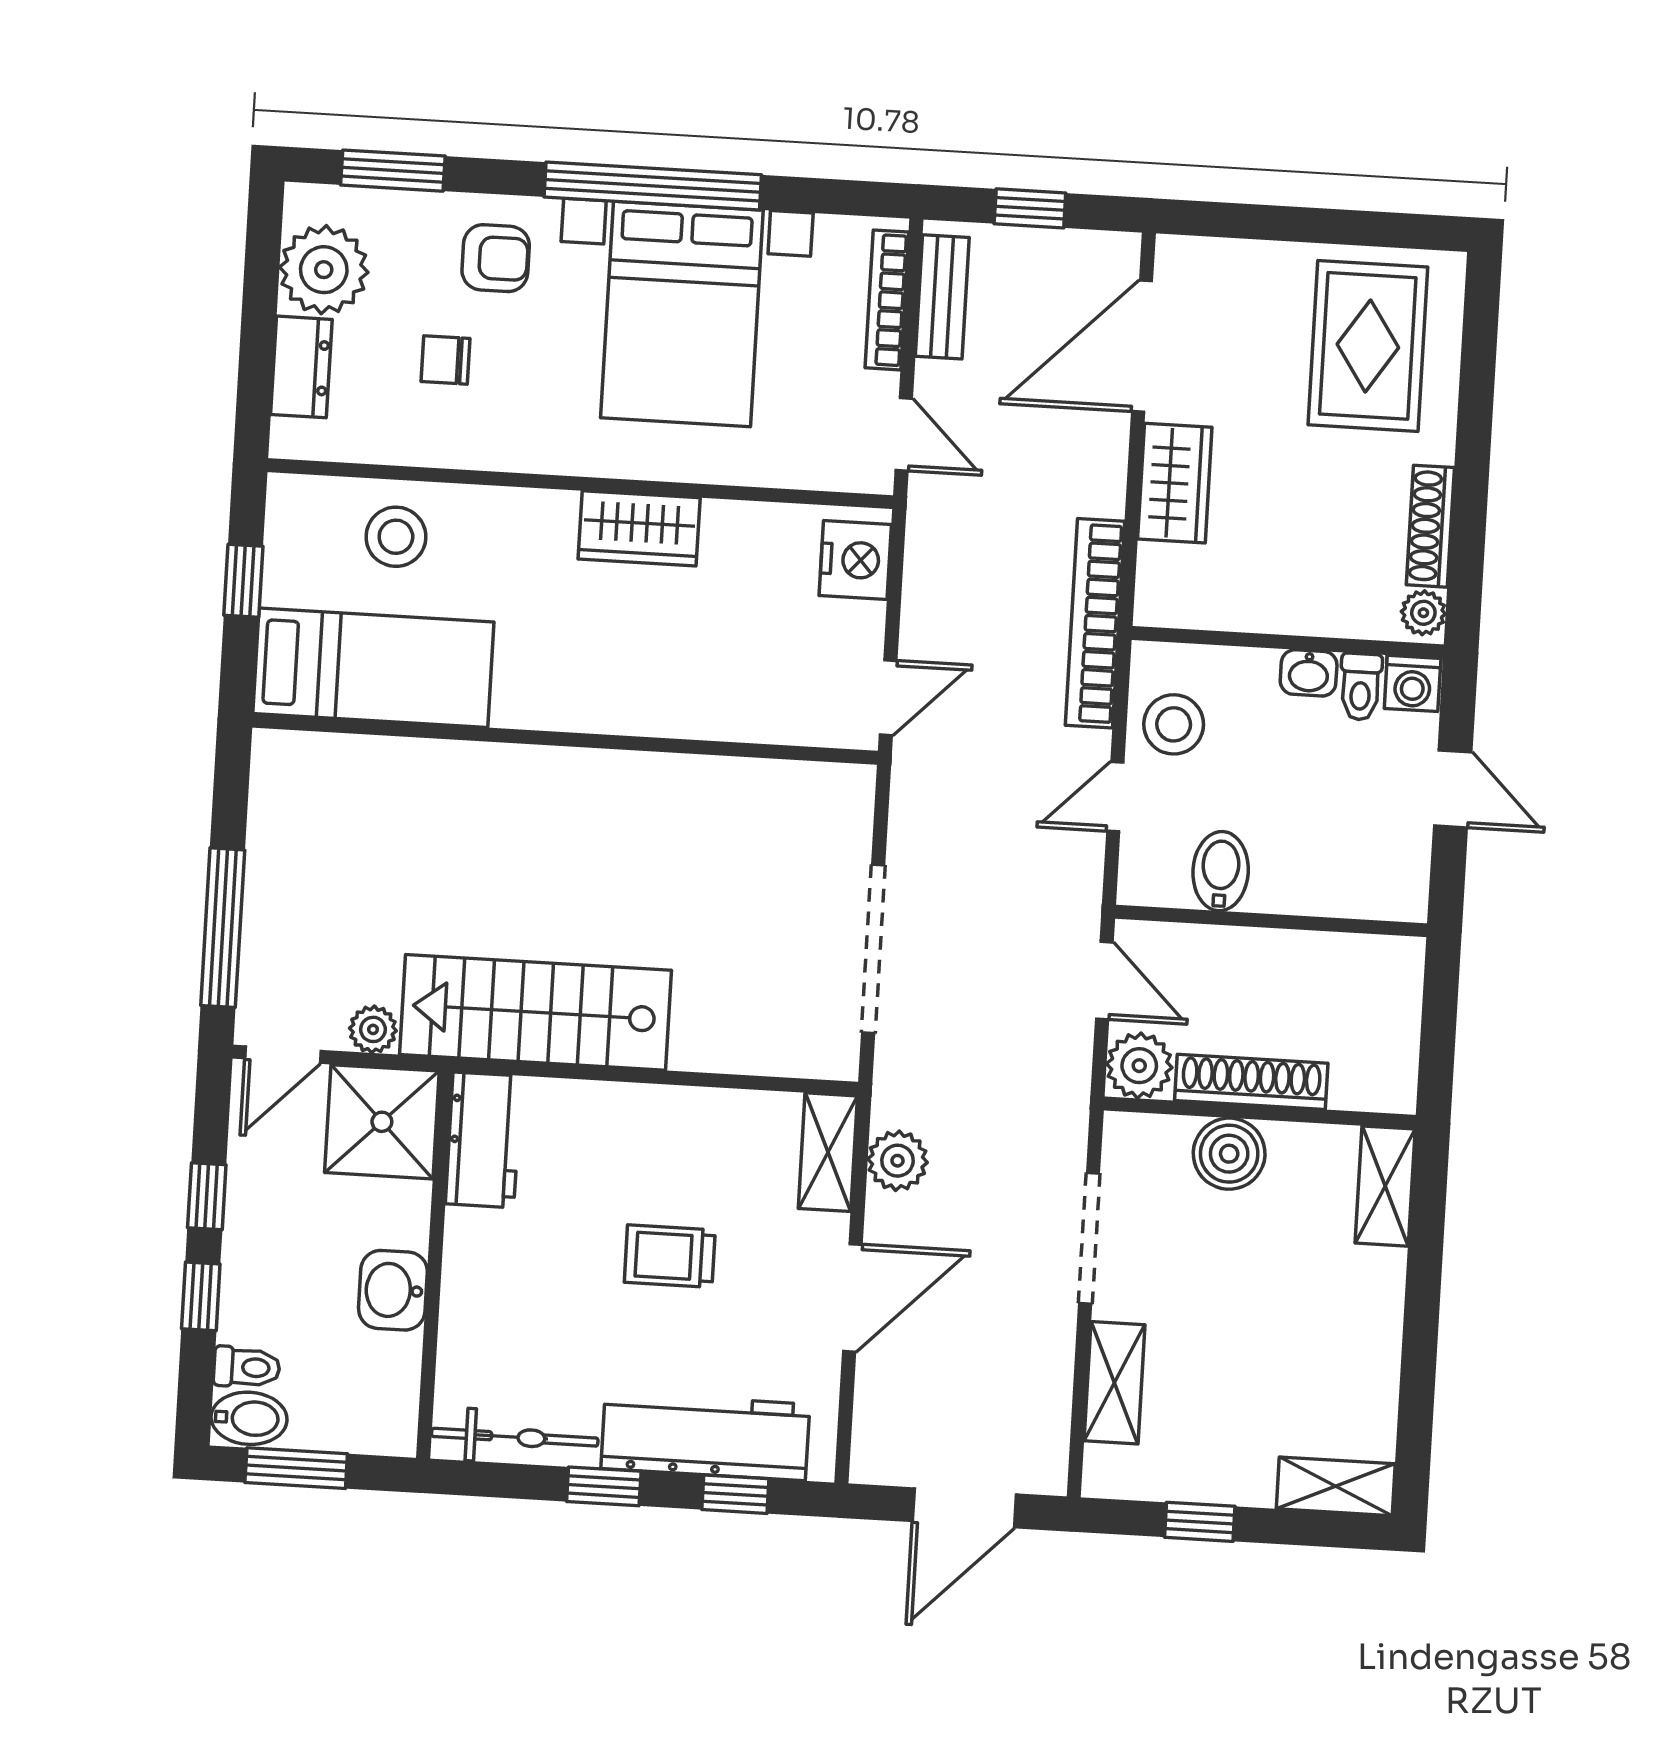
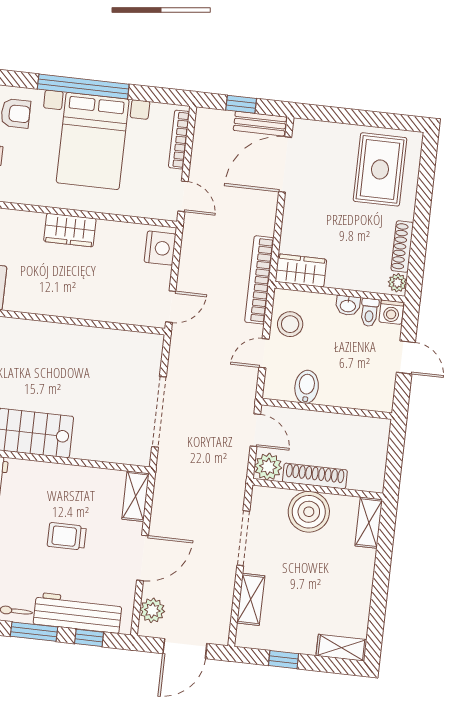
bench: (942, 297) -> (260, 124), moved, turned 90
wardrobe: (1175, 483) -> (301, 271), moved, turned -90
boiler: (1229, 1154) -> (309, 512), width x1.37, depth x1.37
plant: (898, 1161) -> (152, 610), moved
window: (604, 1486) -> (34, 632), width x1.50

